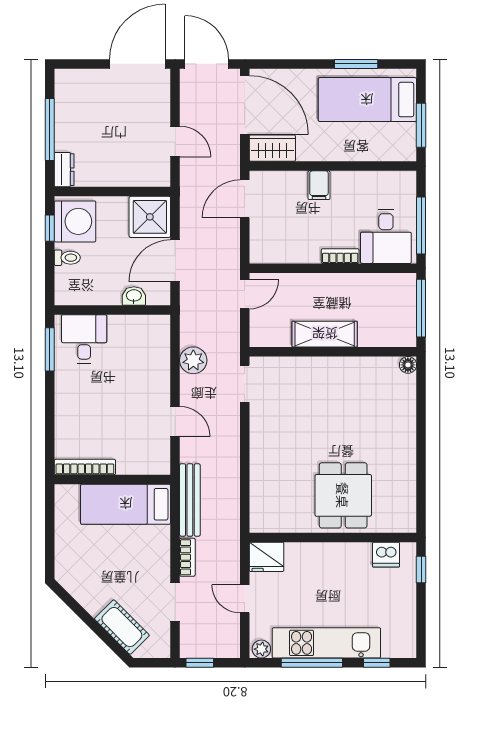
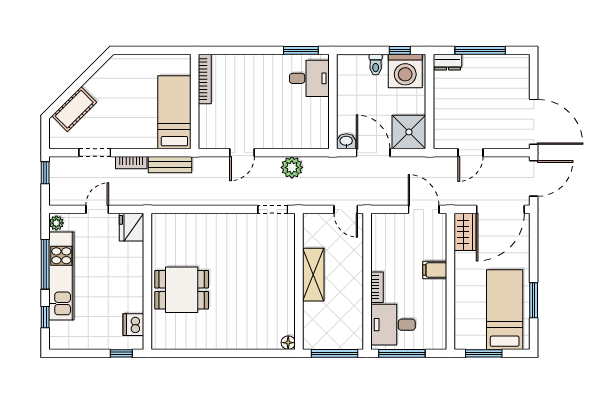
washbasin: (134, 296) -> (346, 141), moved, turned -90
bench: (190, 500) -> (170, 165), width x0.73

